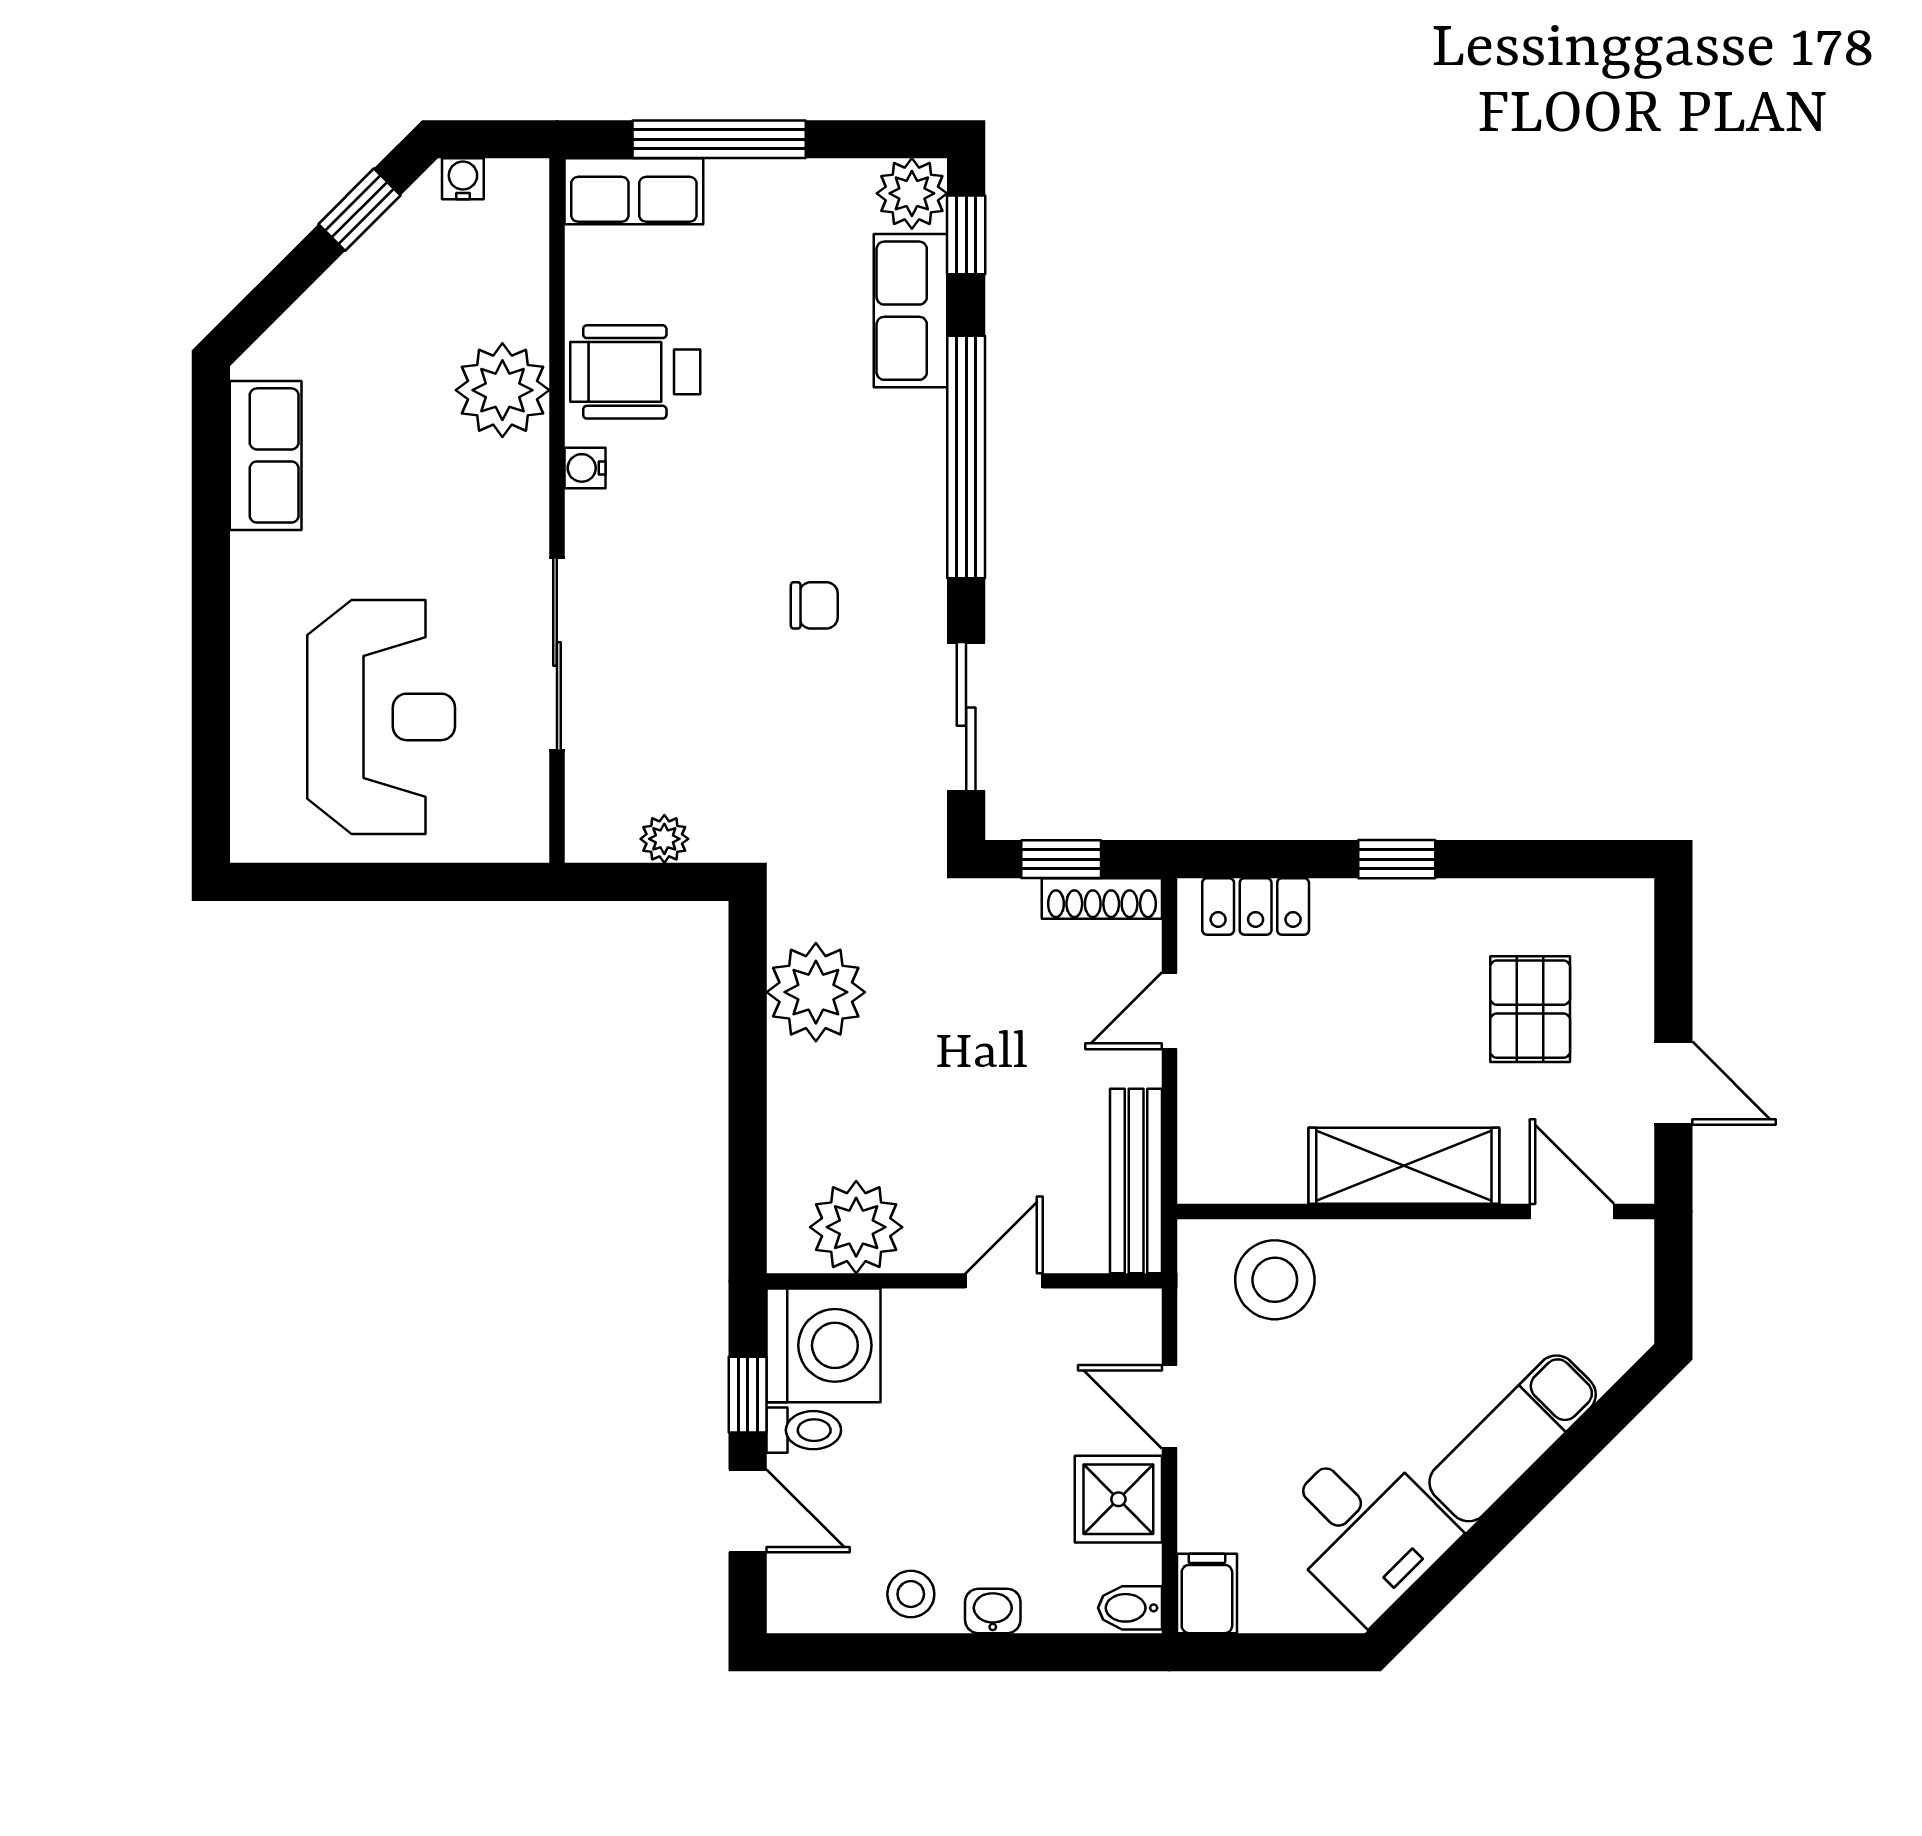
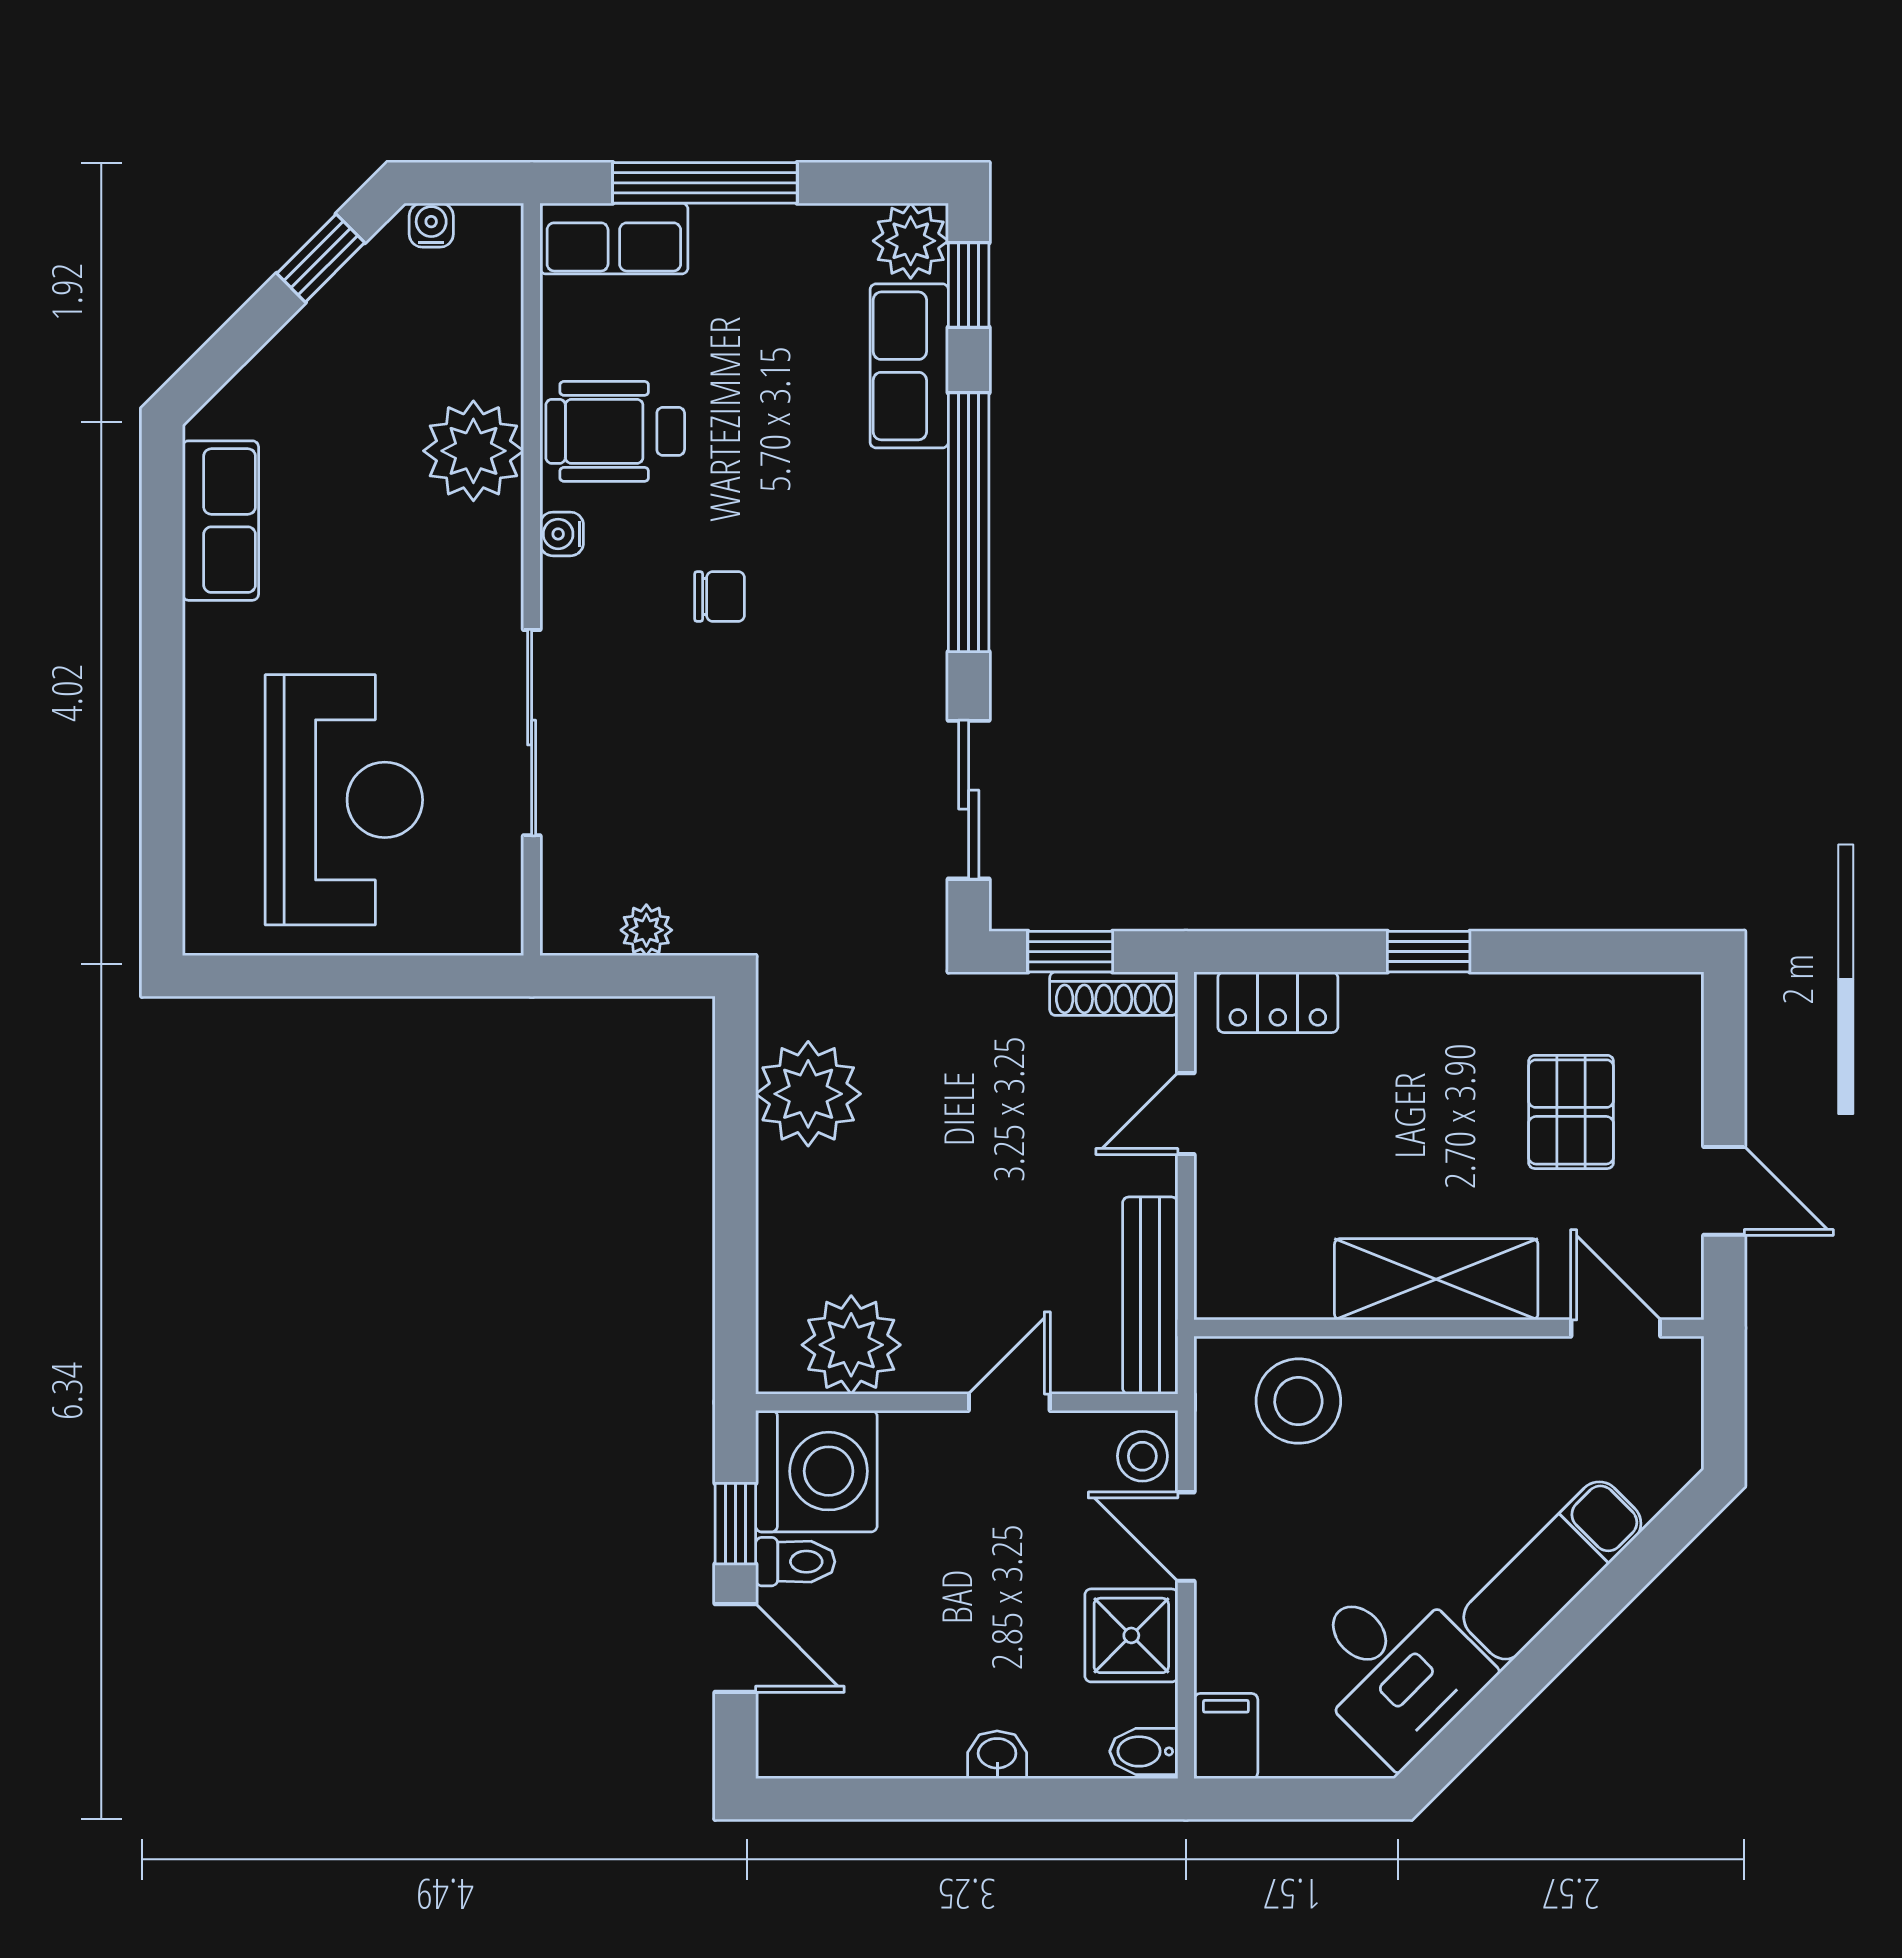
chair: (814, 605) -> (720, 597), moved
stool: (911, 1594) -> (1142, 1456), moved

